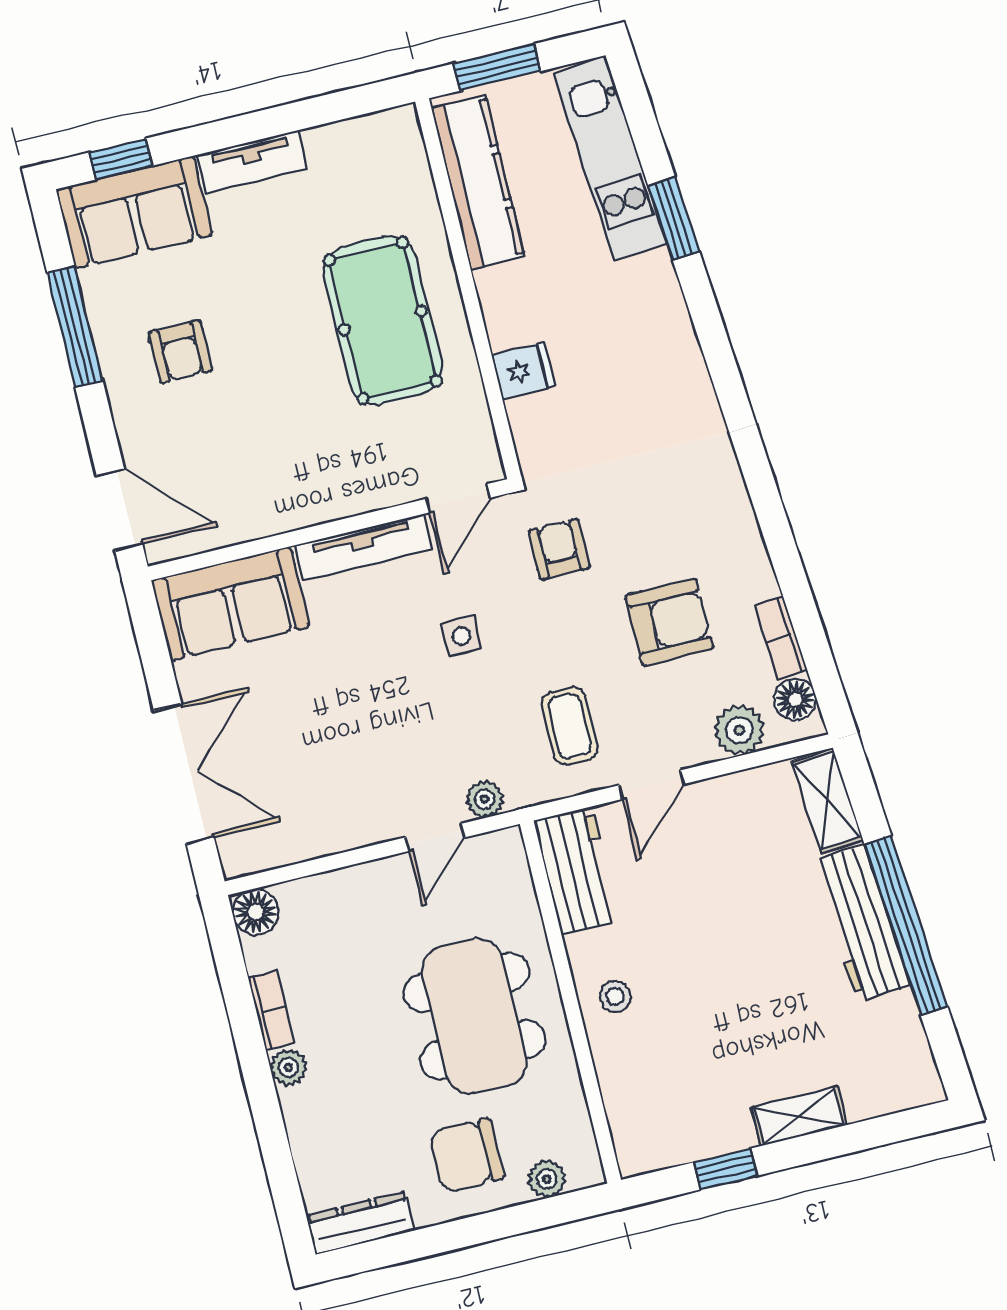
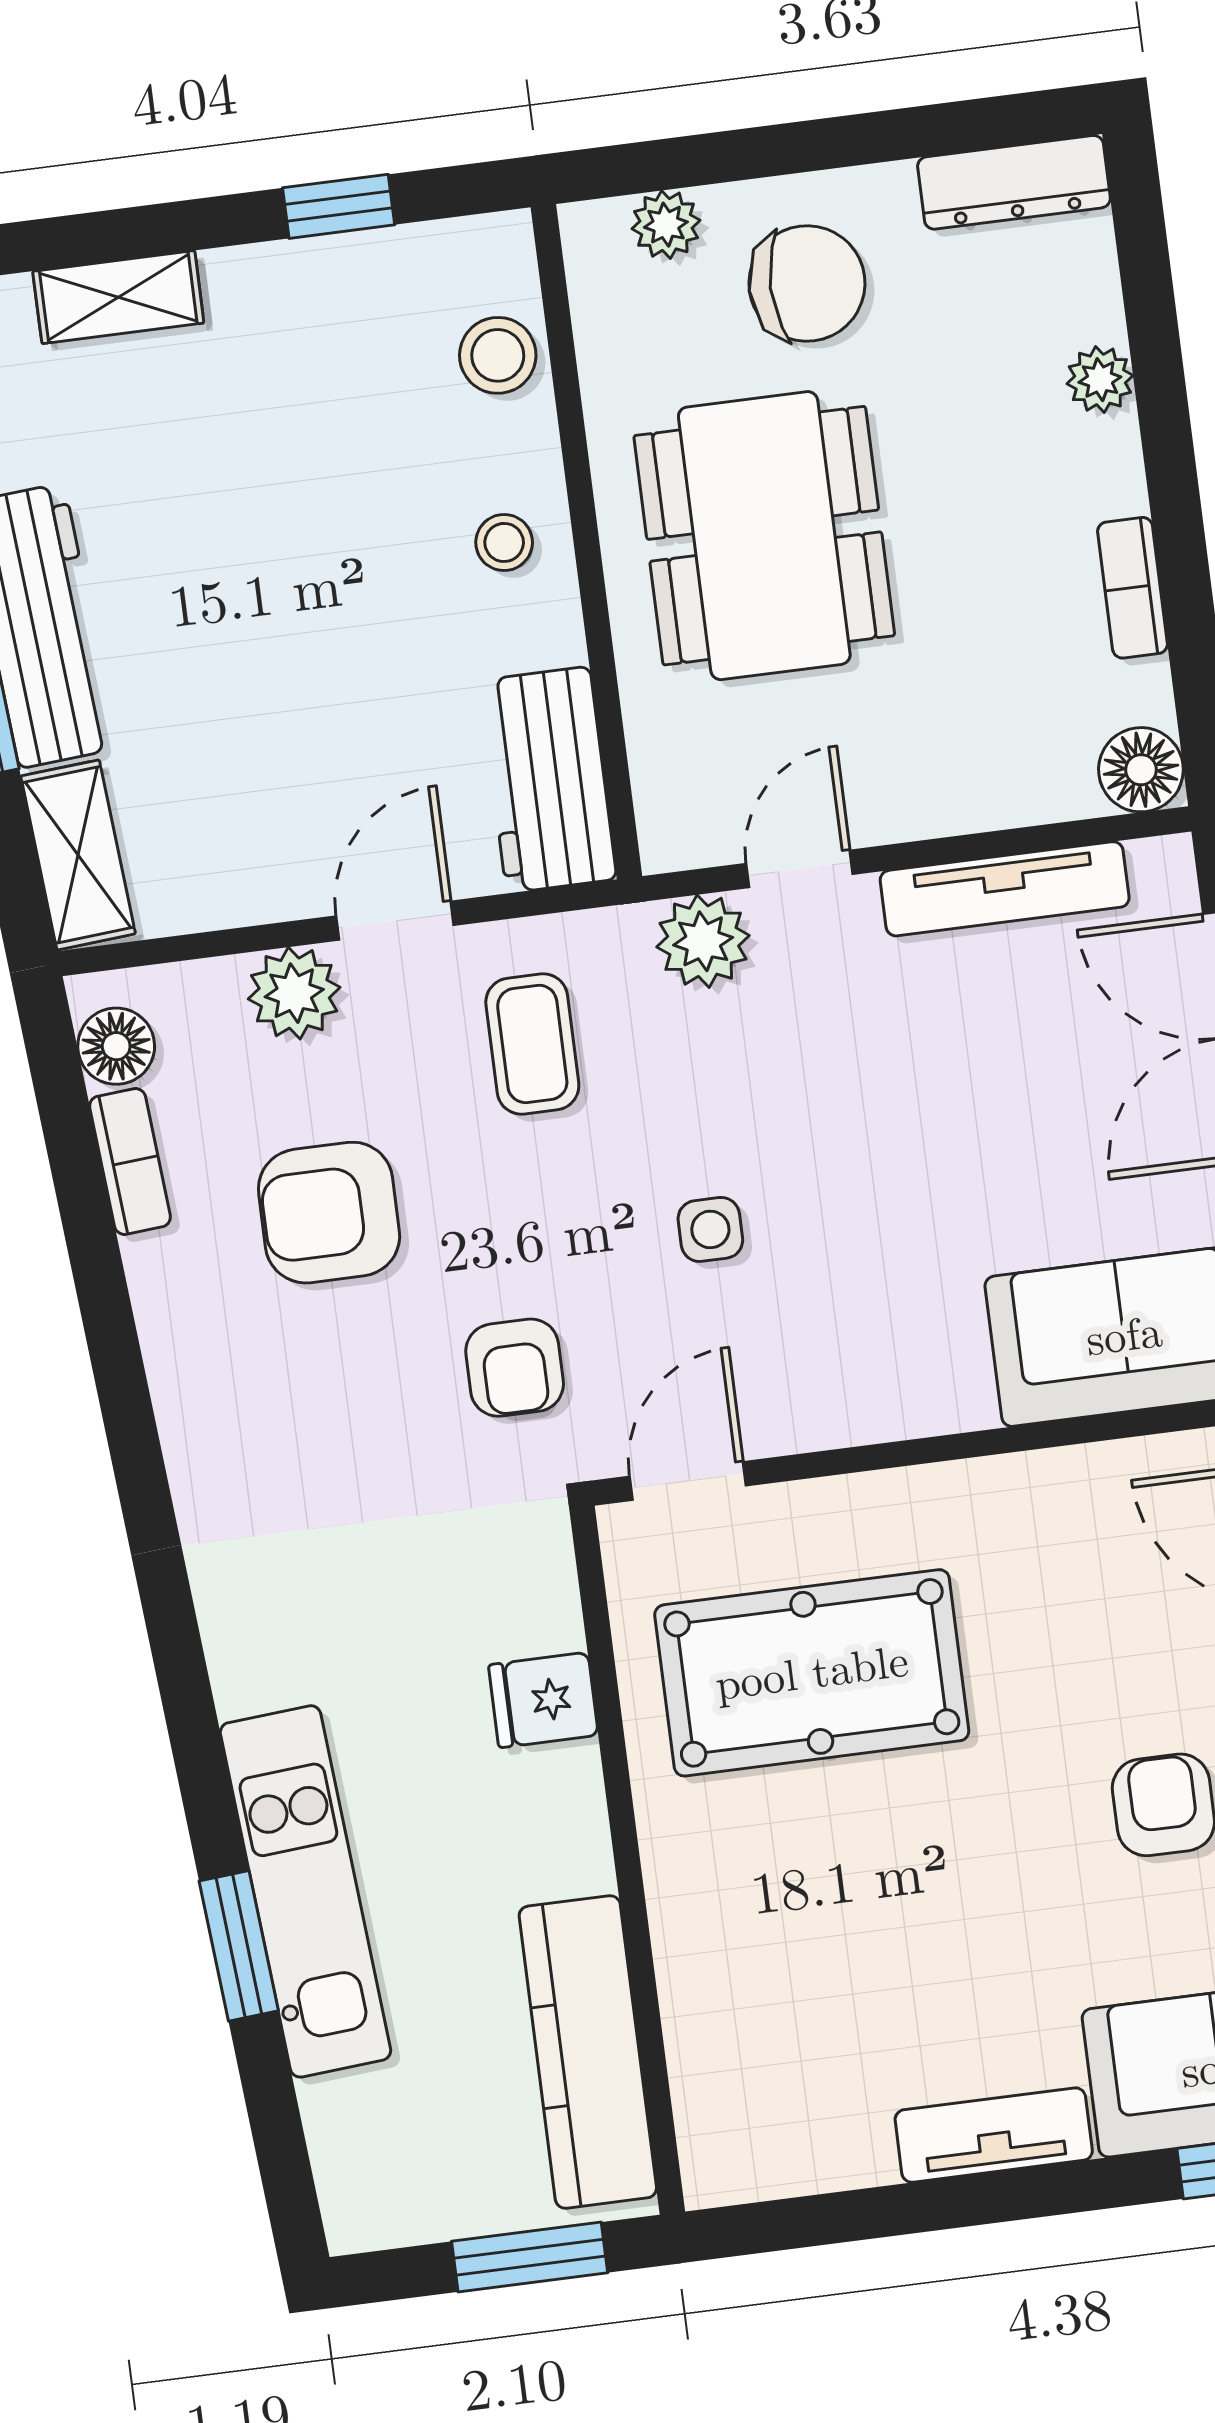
kitchen unit: (610, 158) -> (305, 1891), moved
pool table: (383, 320) -> (812, 1673), moved, turned 90
tv unit: (363, 547) -> (1005, 889), moved, turned 180
plant: (739, 730) -> (294, 993), moved
plant: (485, 799) -> (703, 941), width x1.38, depth x1.38
plant: (289, 1067) -> (1100, 380), moved
stool: (630, 1098) -> (498, 355), added
shelving: (799, 1116) -> (118, 297), moved

